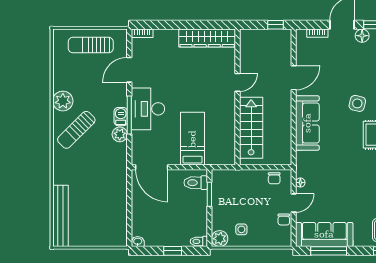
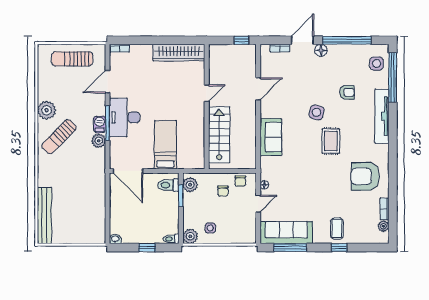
sofa: (307, 123) -> (271, 137), width x0.73
plant: (219, 182) -> (190, 185), added
chair: (284, 220) -> (223, 191), moved

